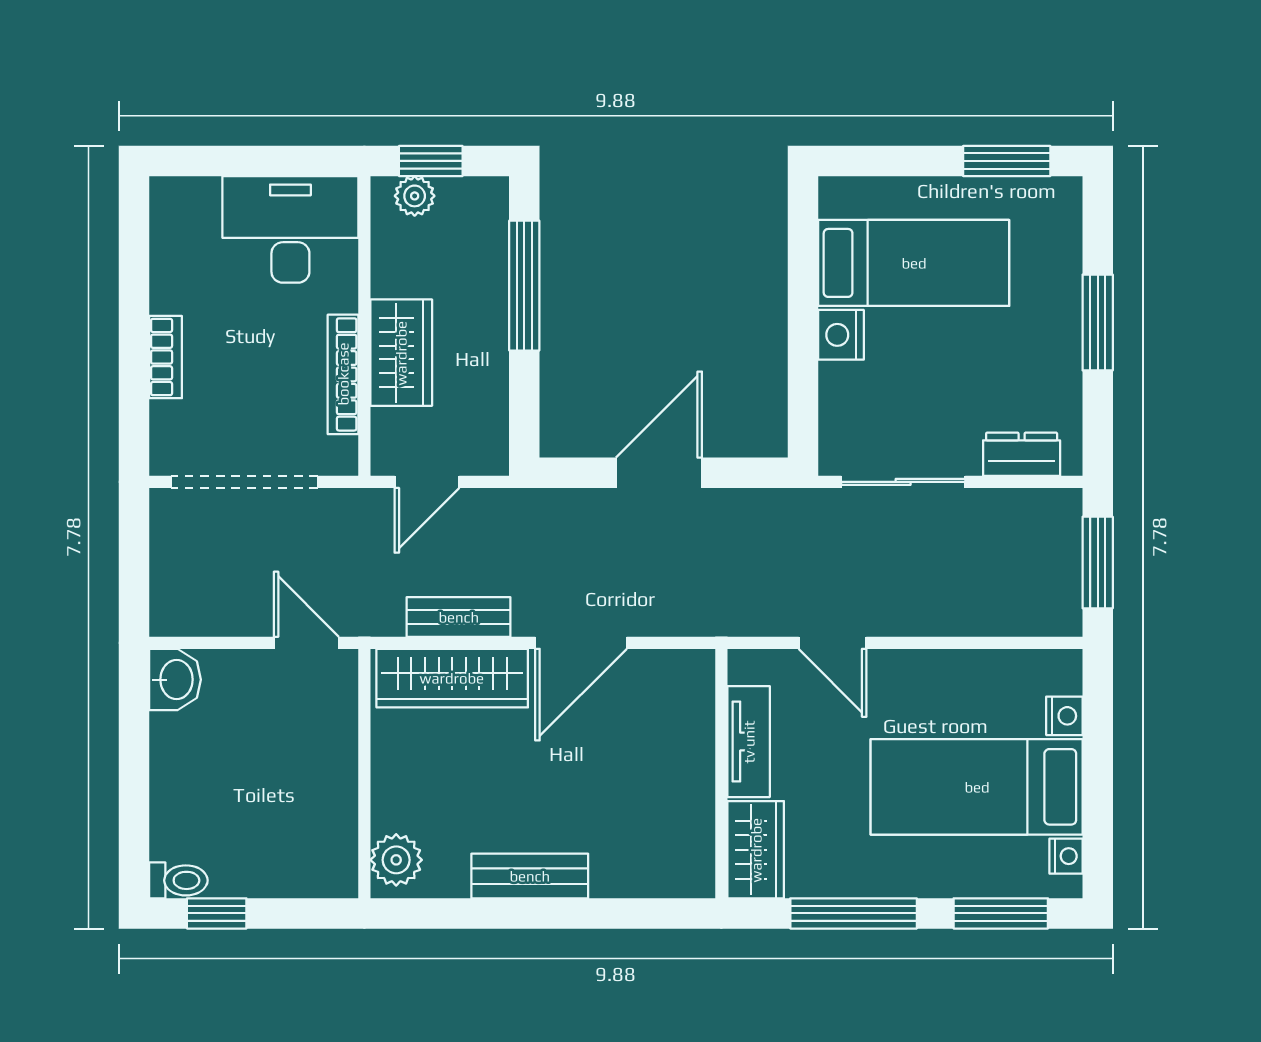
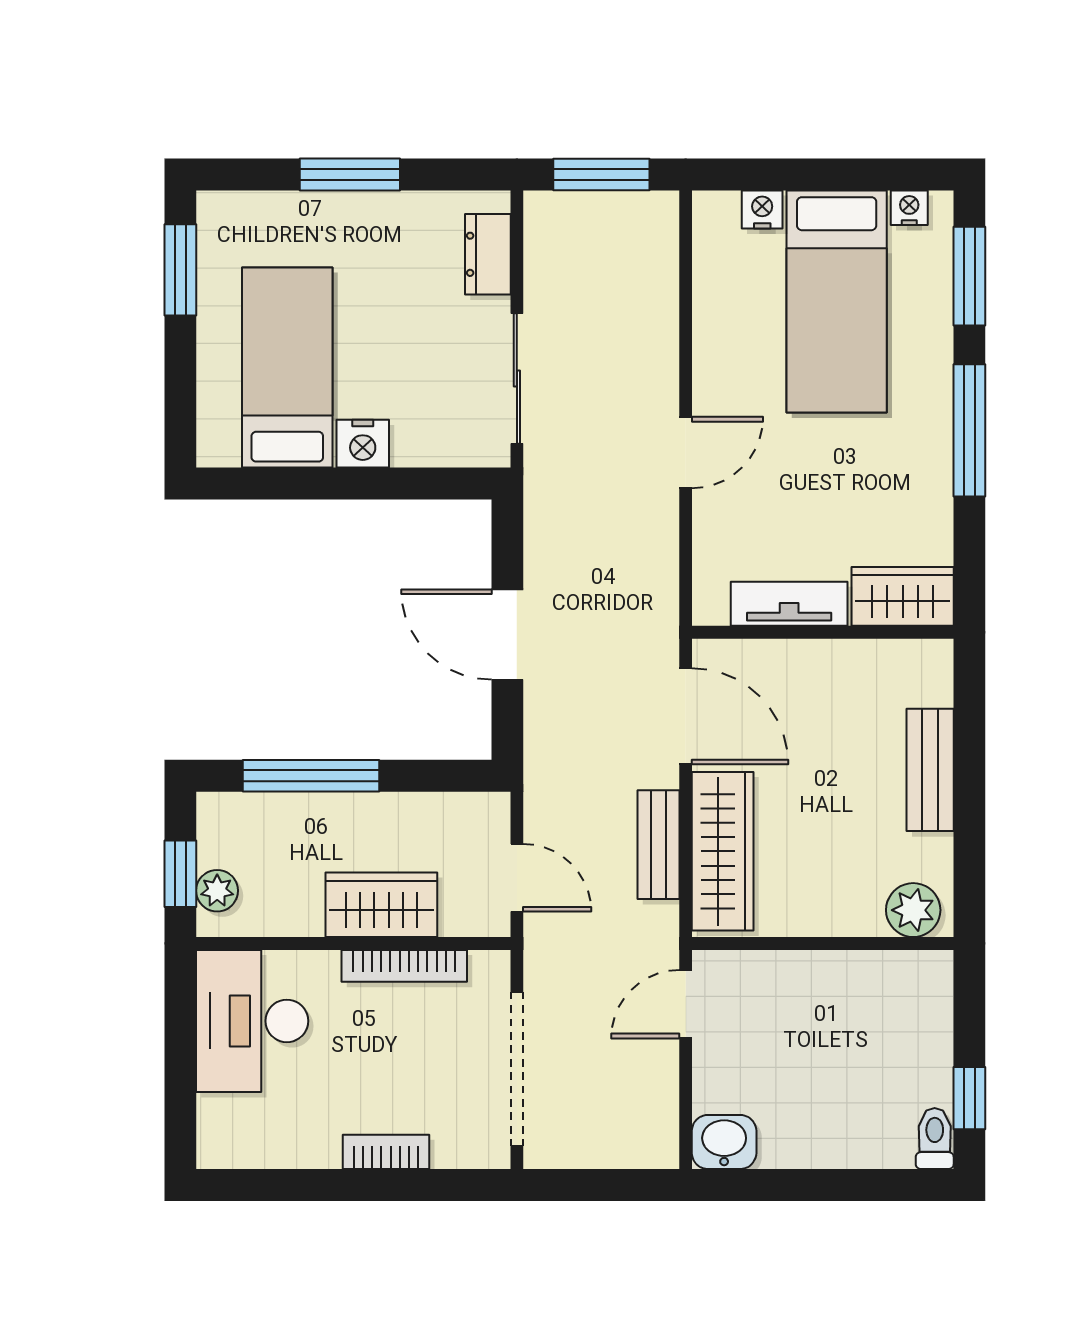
tv unit: (749, 742) -> (789, 604), moved
wall: (721, 774) -> (823, 632), moved
wardrobe: (756, 850) -> (903, 596), moved

